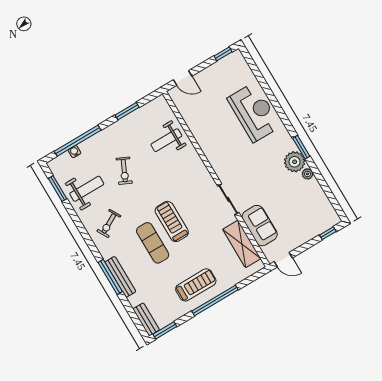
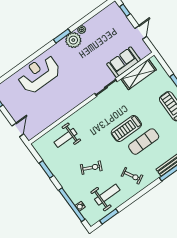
weight bench: (166, 140) -> (66, 138), turned 90
weight bench: (87, 189) -> (107, 195), turned 90
door: (283, 260) -> (141, 32), moved

